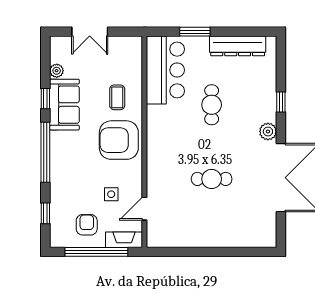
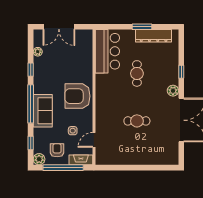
double door: (90, 32) -> (59, 27), width x1.37
window: (195, 32) -> (142, 27), moved
coffee table: (117, 97) -> (77, 69), removed
sofa: (64, 105) -> (43, 111), moved
plant: (59, 239) -> (39, 159), added

